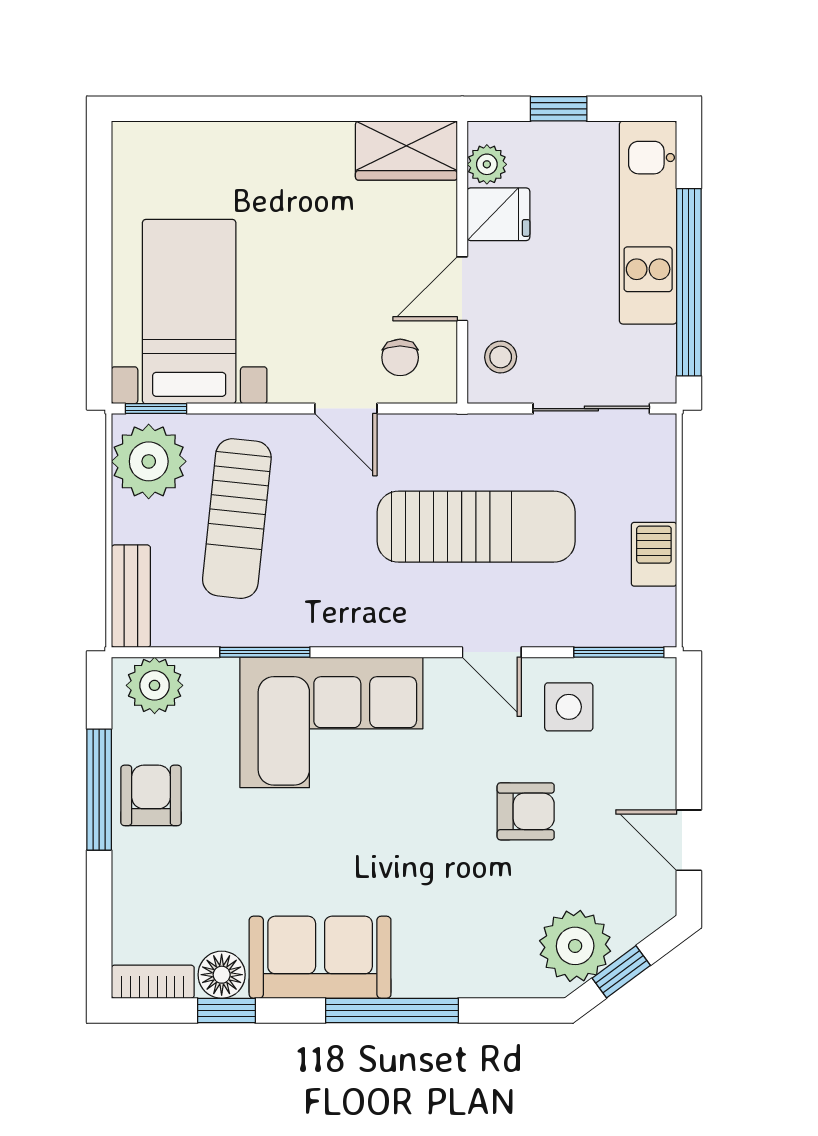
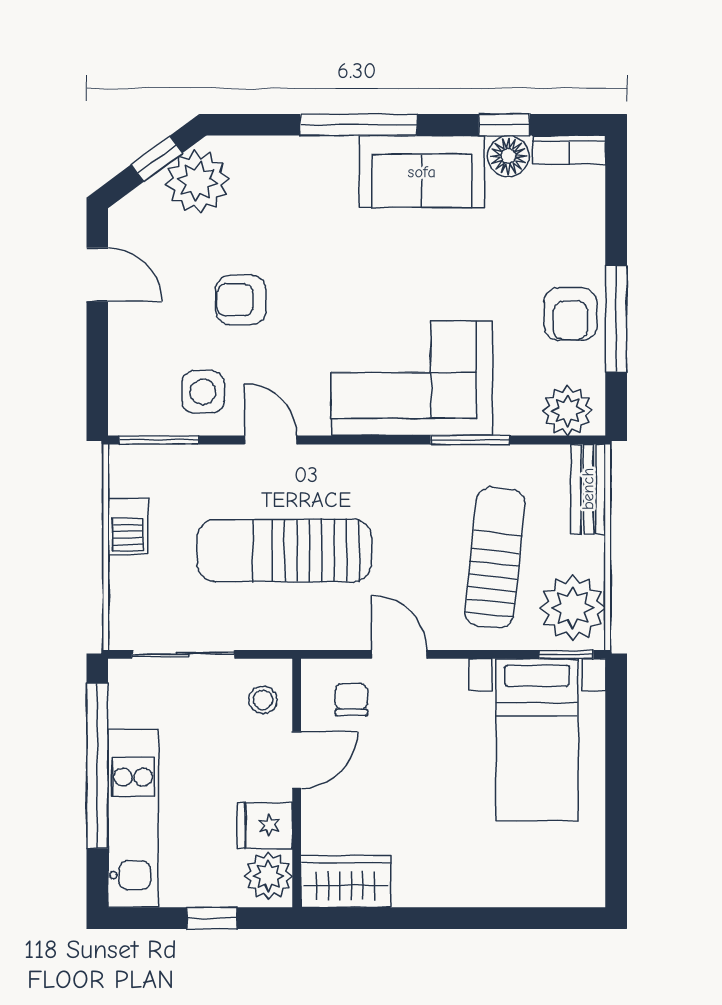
plant: (487, 164) -> (269, 876), width x1.38, depth x1.38

